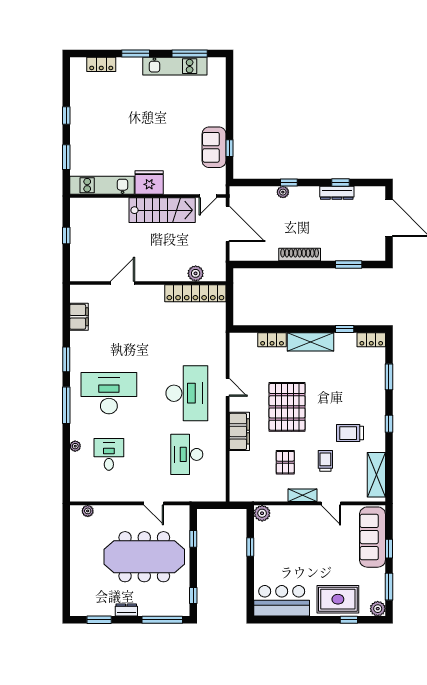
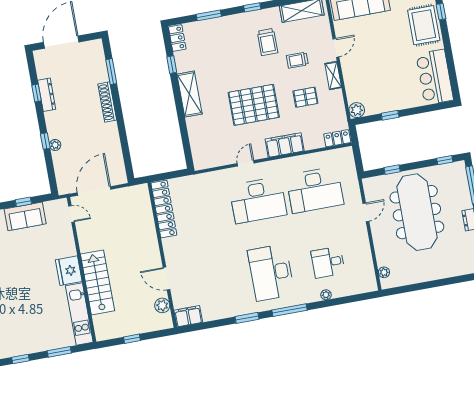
stairs: (162, 210) -> (97, 282), moved
shoe rack: (300, 255) -> (107, 102), moved
plant: (196, 273) -> (162, 305), moved
filing cabinet: (79, 317) -> (188, 316), moved
locker: (272, 340) -> (337, 138), moved, turned -90
desk: (187, 393) -> (258, 200), turned 180
desk: (187, 454) -> (315, 190), width x1.36, depth x1.30

